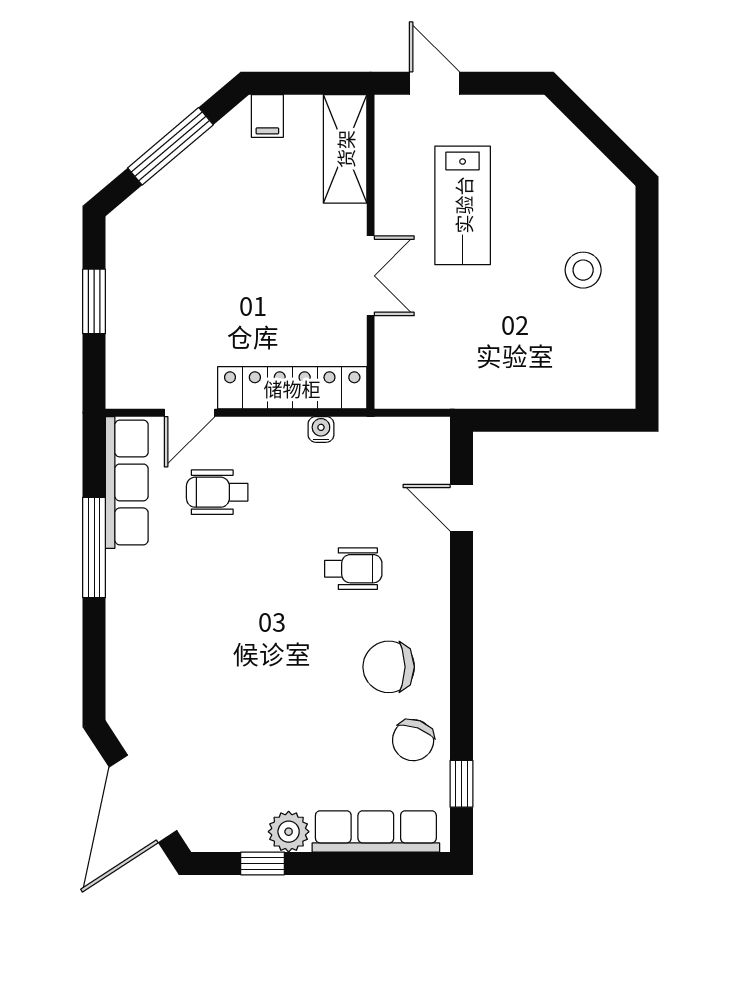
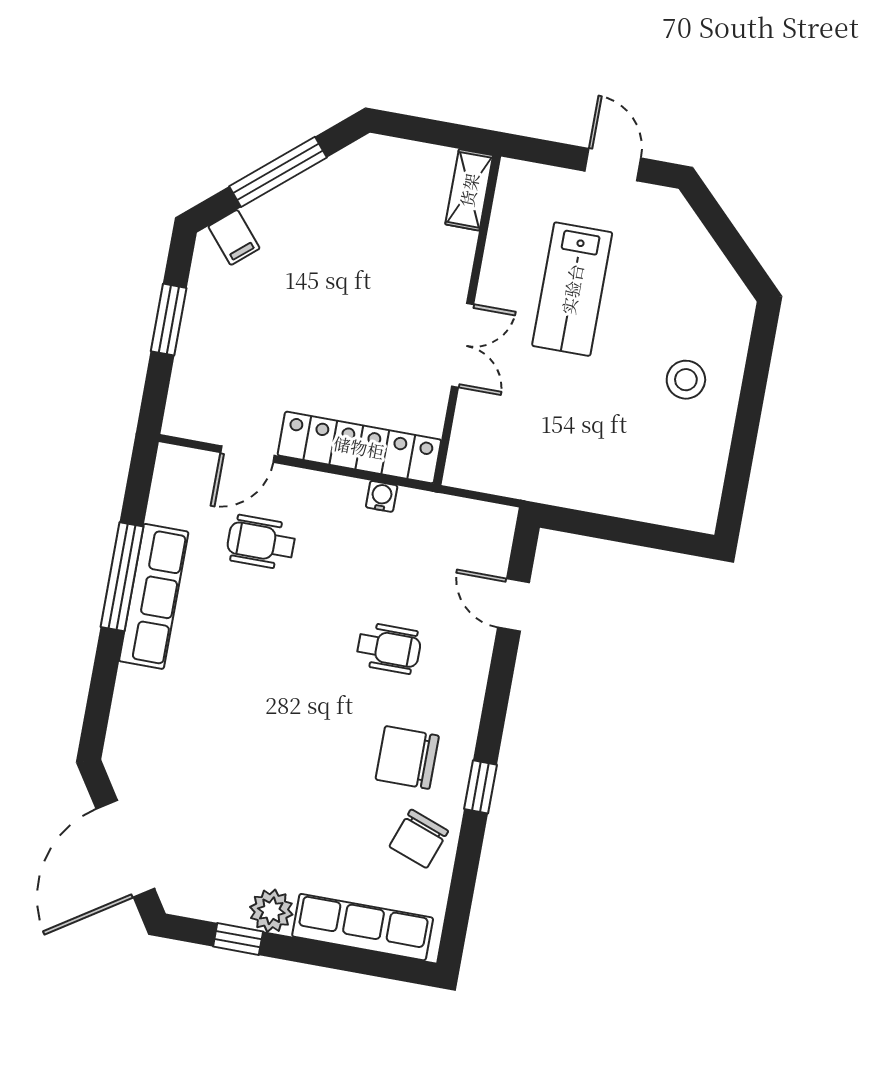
door: (435, 83) -> (613, 165), moved
filing cabinet: (267, 116) -> (234, 237), moved, turned -40
shelving: (345, 149) -> (469, 190), width x0.67, depth x0.75
row of seats: (127, 482) -> (154, 596), moved
window: (461, 784) -> (480, 787), moved

